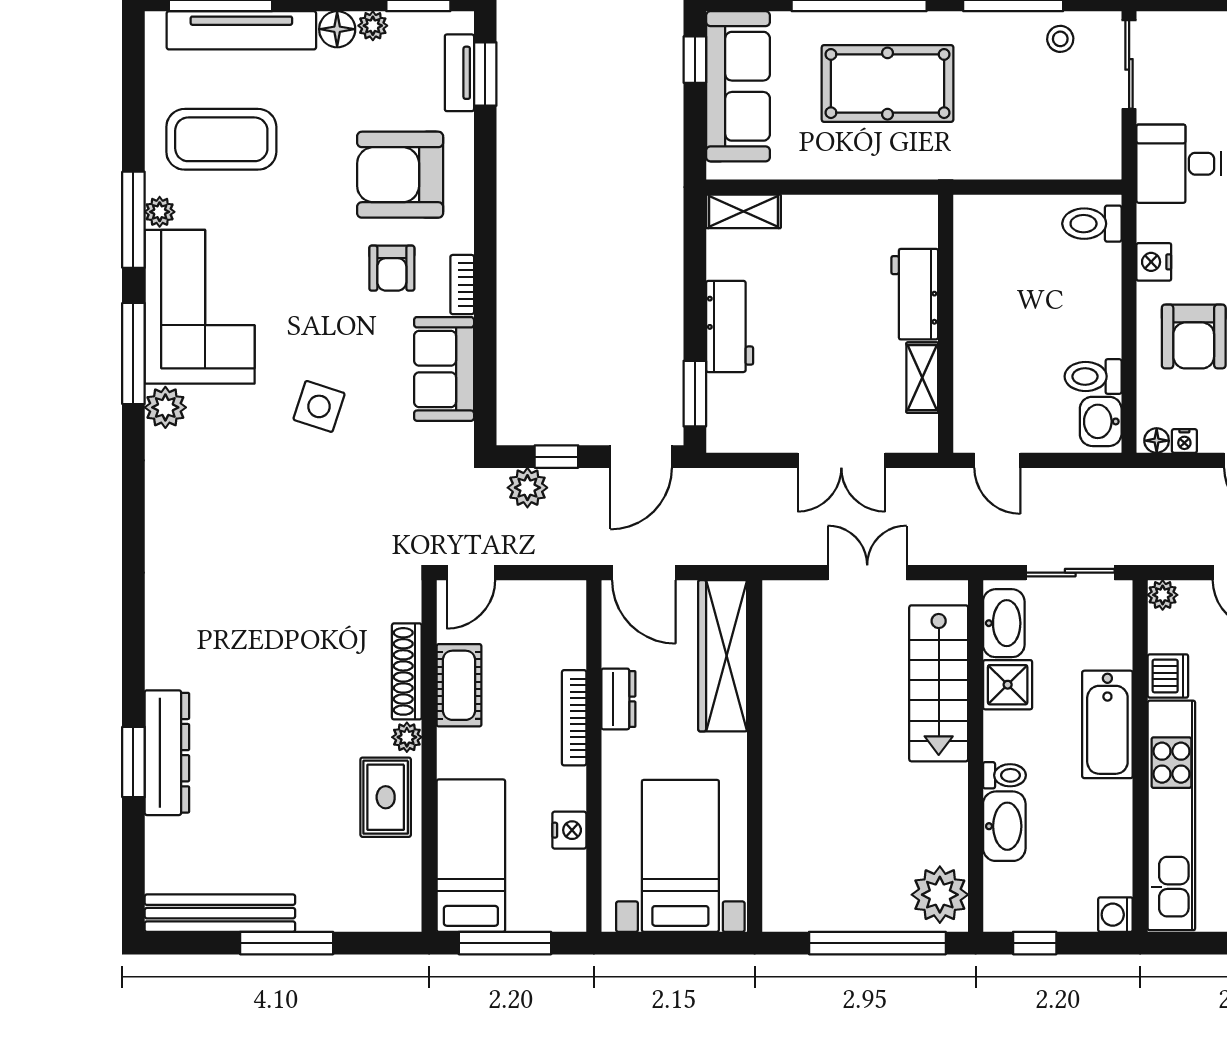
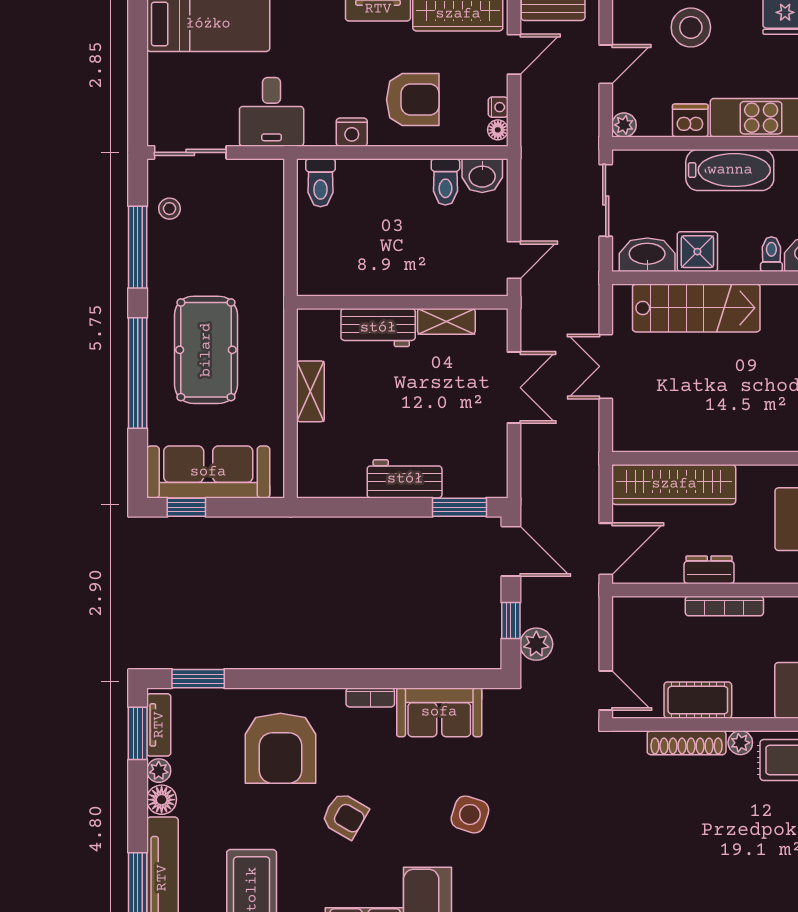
tv unit: (459, 73) -> (159, 725), moved, turned -90
shelving: (743, 211) -> (310, 391), moved
armchair: (392, 268) -> (345, 816), moved, turned 30

